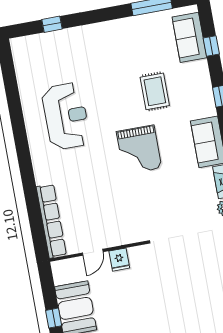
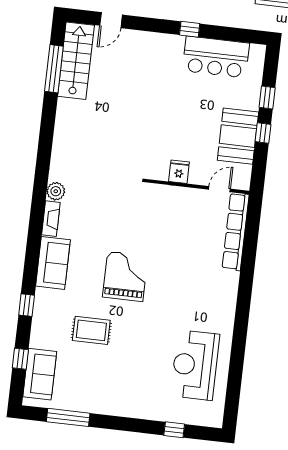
rug: (155, 91) -> (91, 330), turned 90
reception desk: (66, 116) -> (195, 365), moved
door: (93, 252) -> (219, 189), moved

